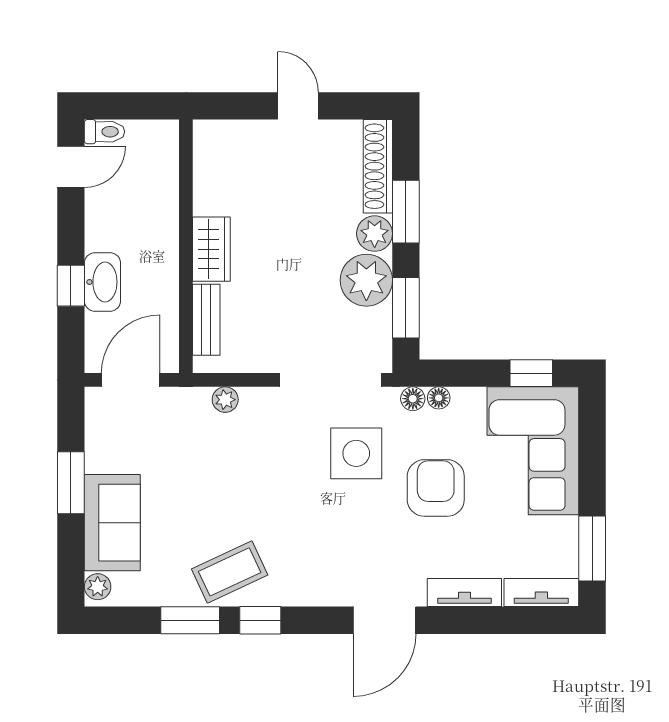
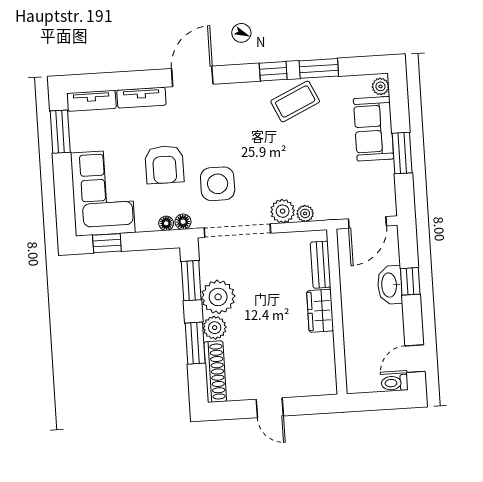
plant: (259, 405) -> (283, 211), added

